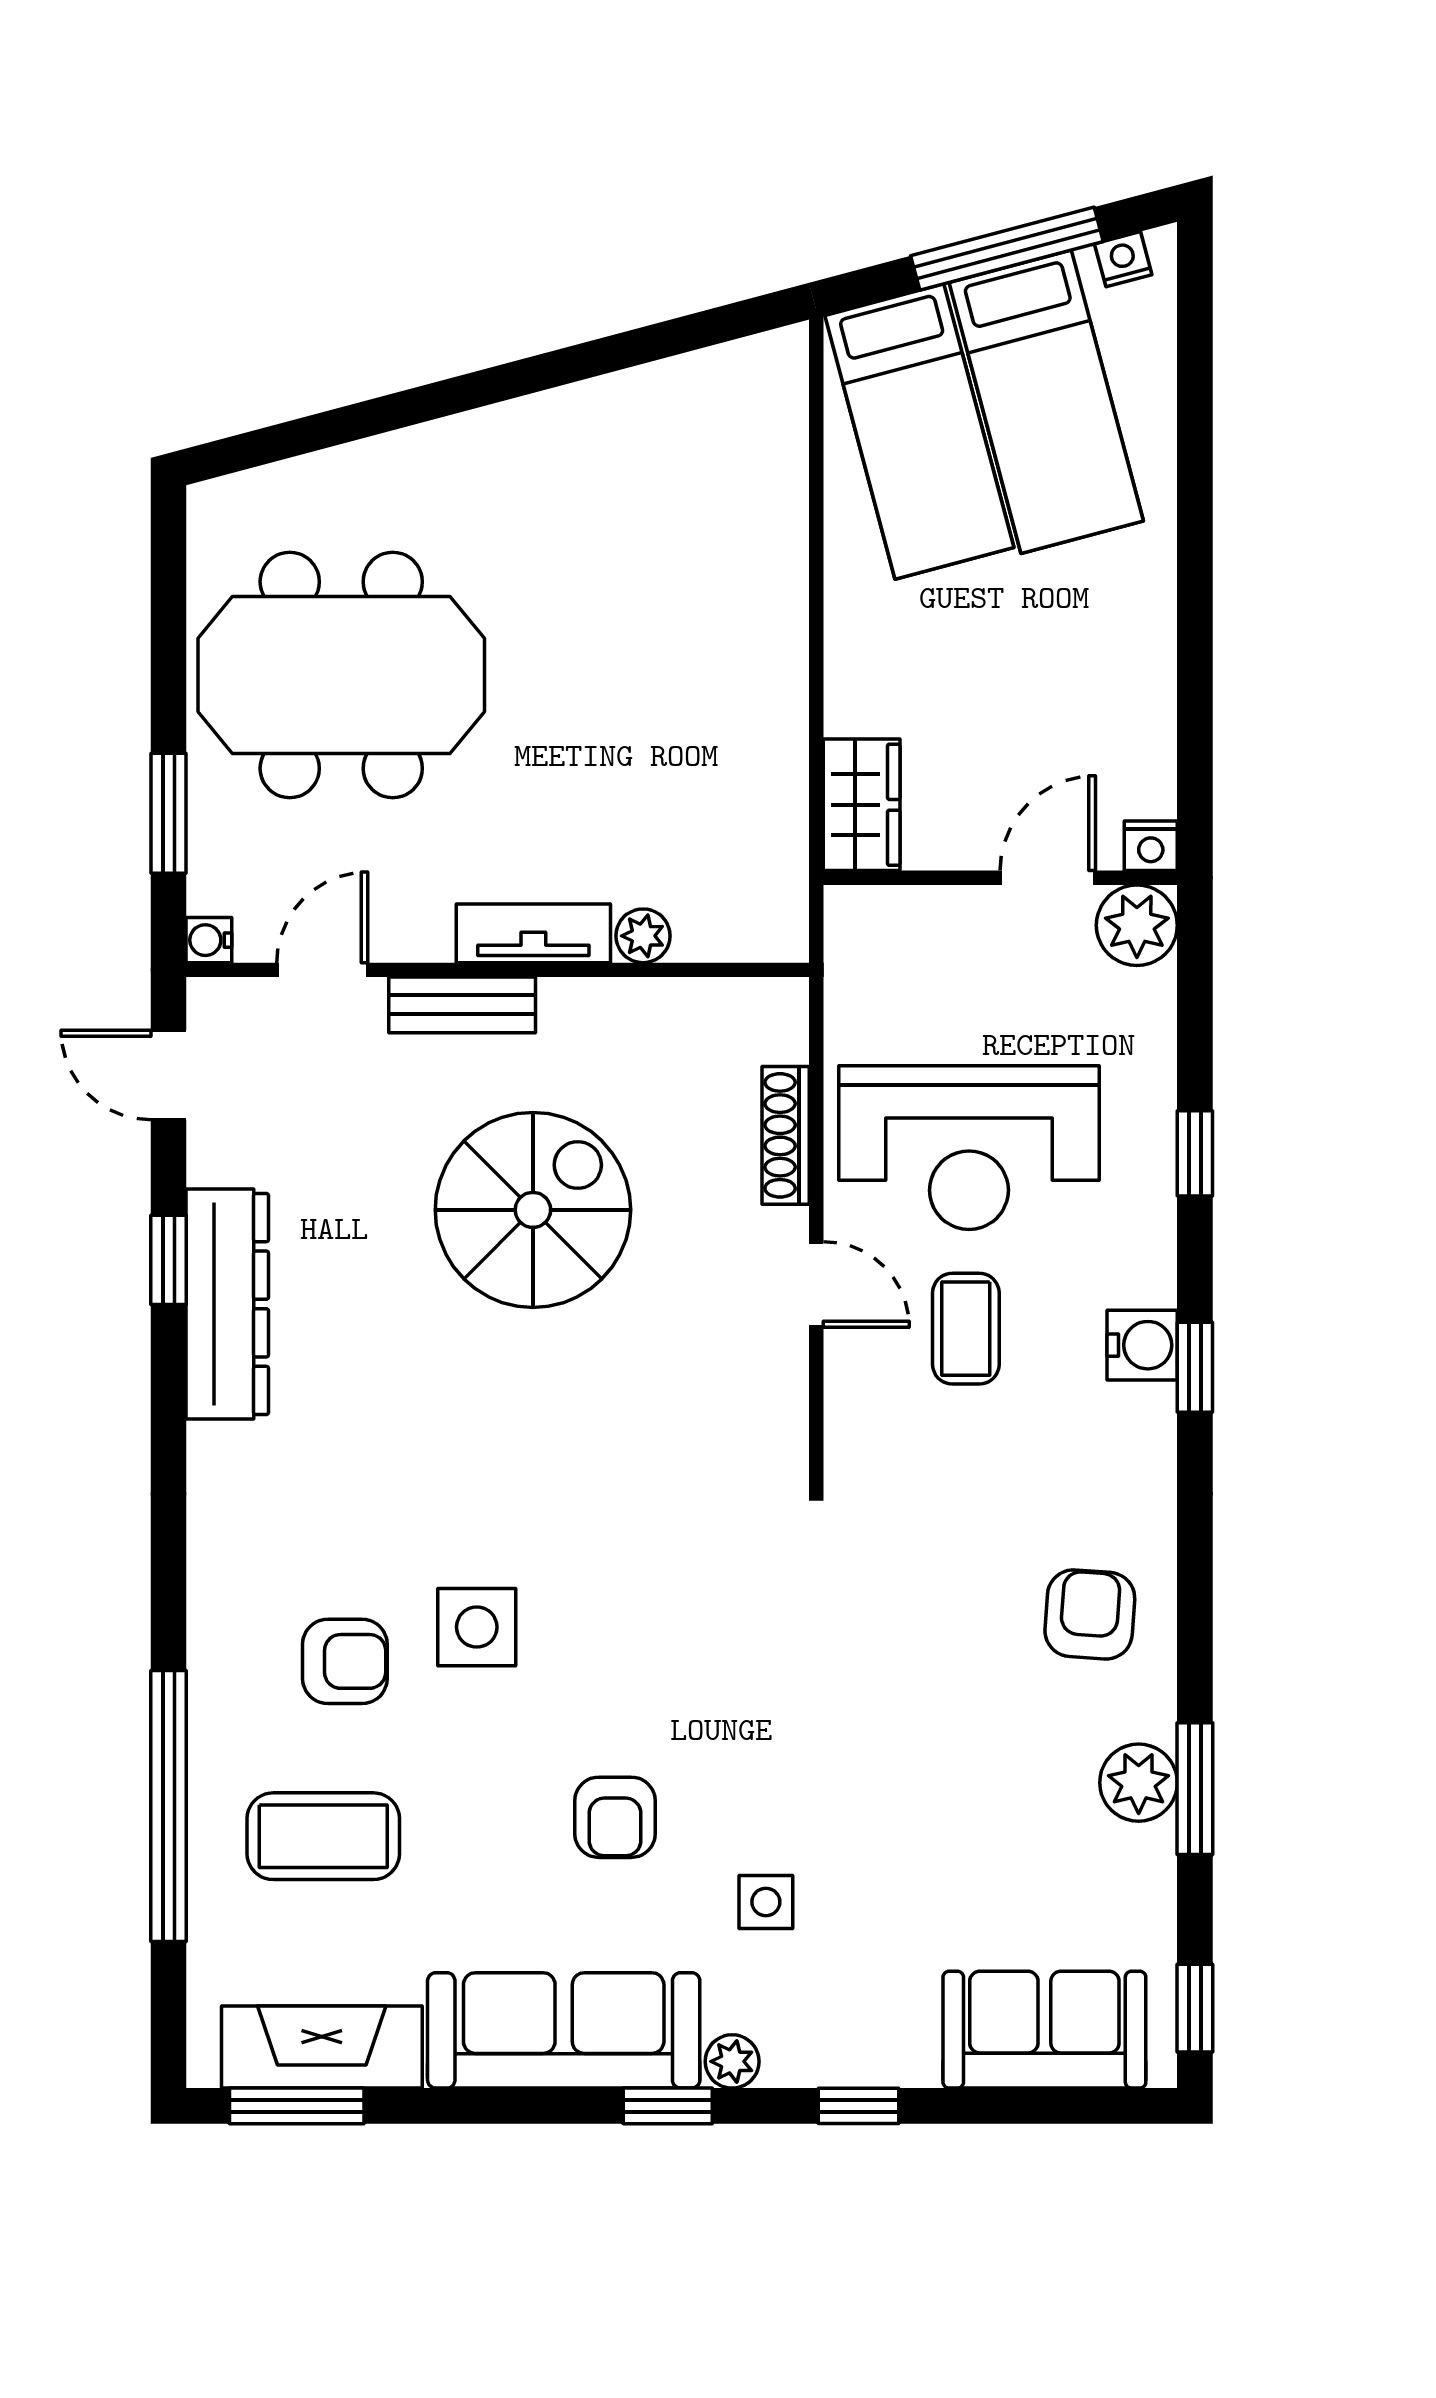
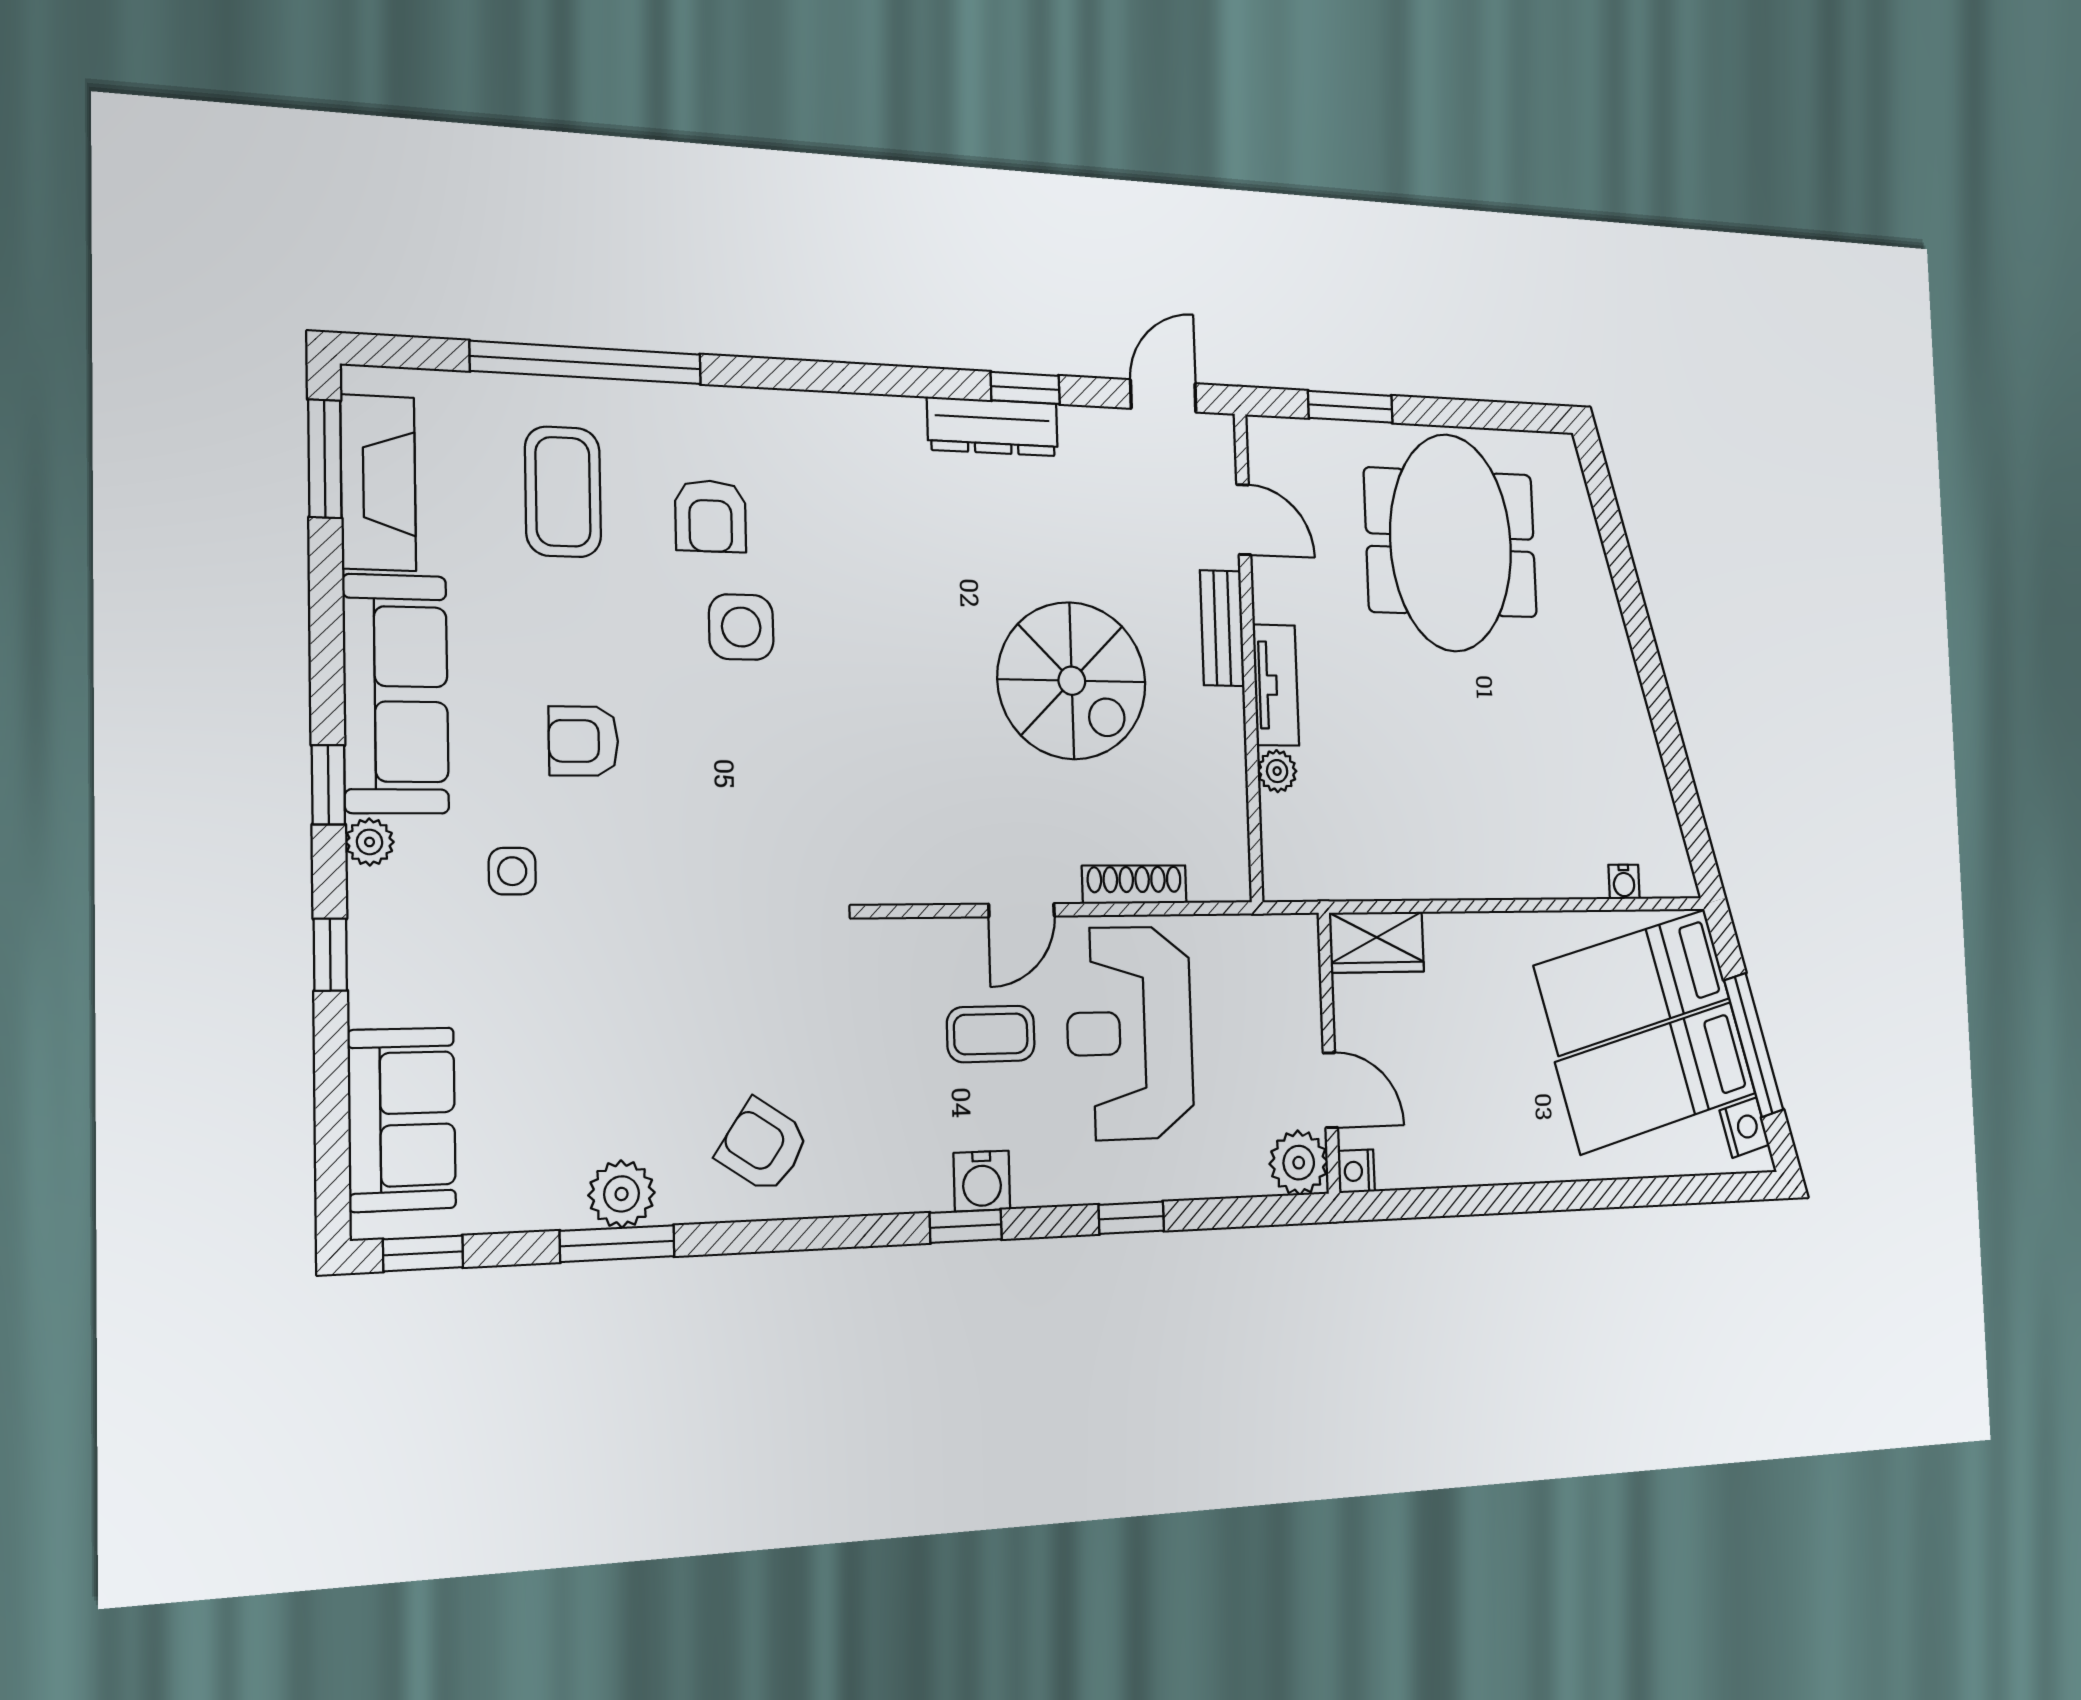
nightstand: (1123, 259) -> (1744, 1128), width x1.39, depth x1.35
water cooler: (209, 940) -> (1624, 882), moved, turned 180
dresser: (227, 1304) -> (993, 427), width x0.73, depth x0.80
armchair: (1090, 1614) -> (763, 1146), turned -150

